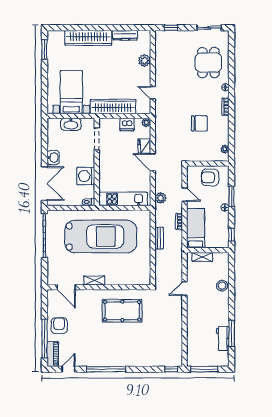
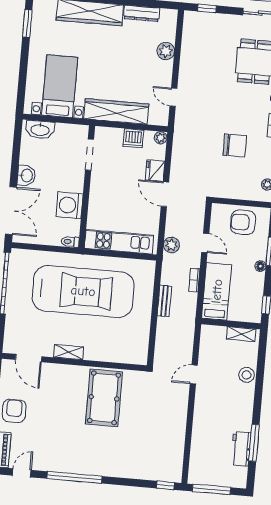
washbasin: (71, 124) -> (40, 130), moved
shelving: (202, 257) -> (241, 334), moved
pool table: (122, 311) -> (104, 398), turned 90

